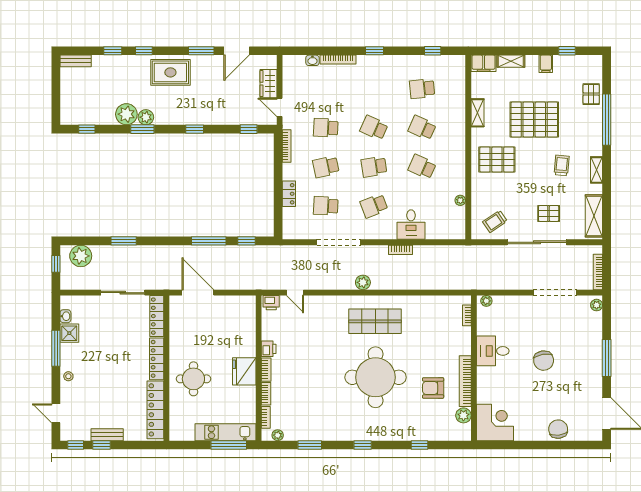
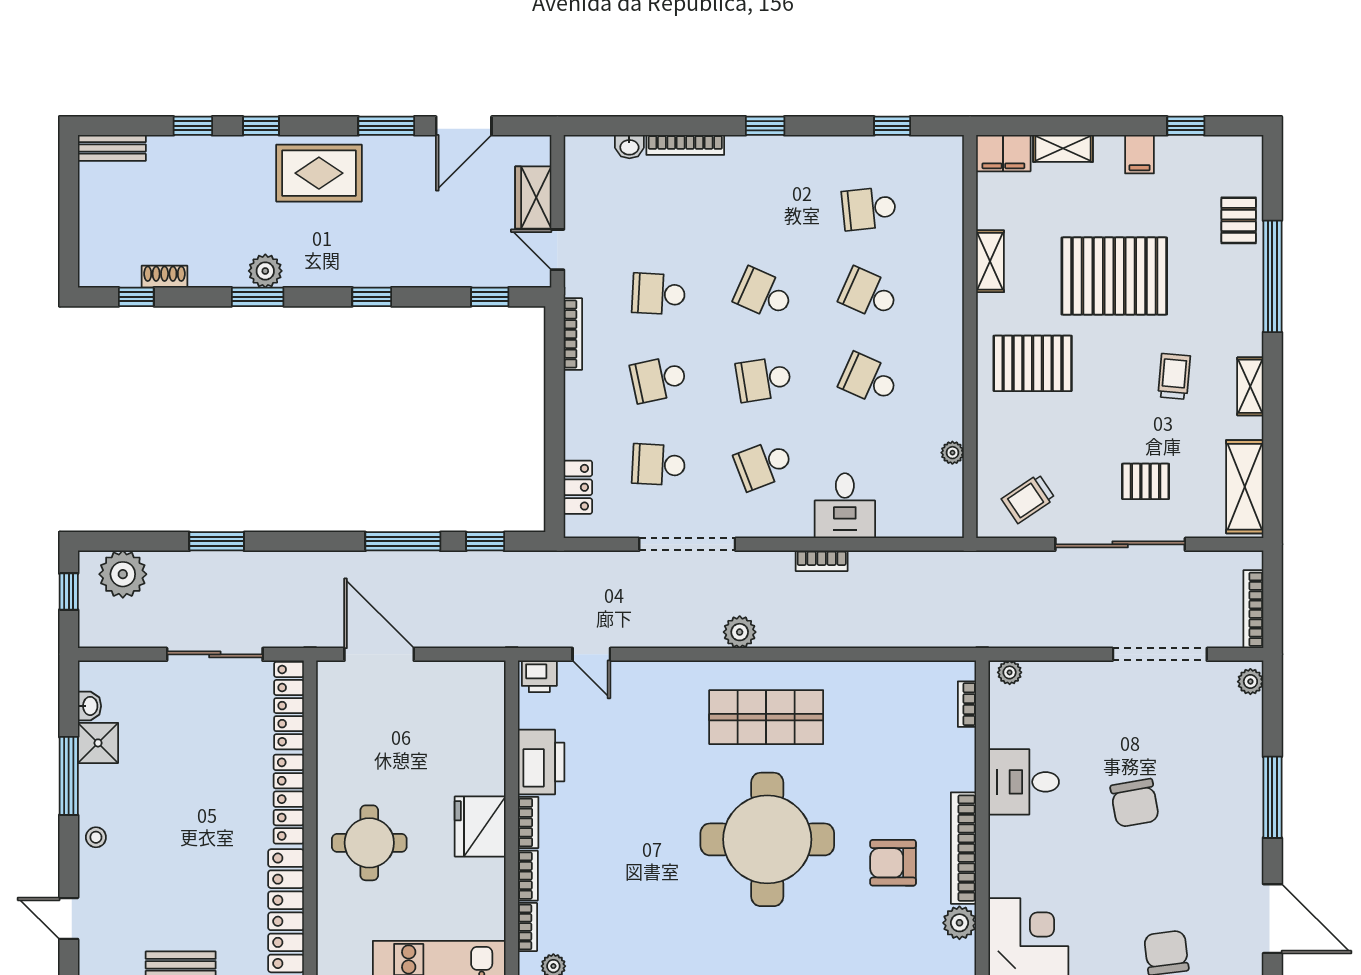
plant: (126, 114) -> (223, 264), removed
shoe rack: (100, 120) -> (165, 277), added
locker: (289, 194) -> (578, 487), moved
printer: (269, 349) -> (541, 762), width x1.87, depth x1.48

